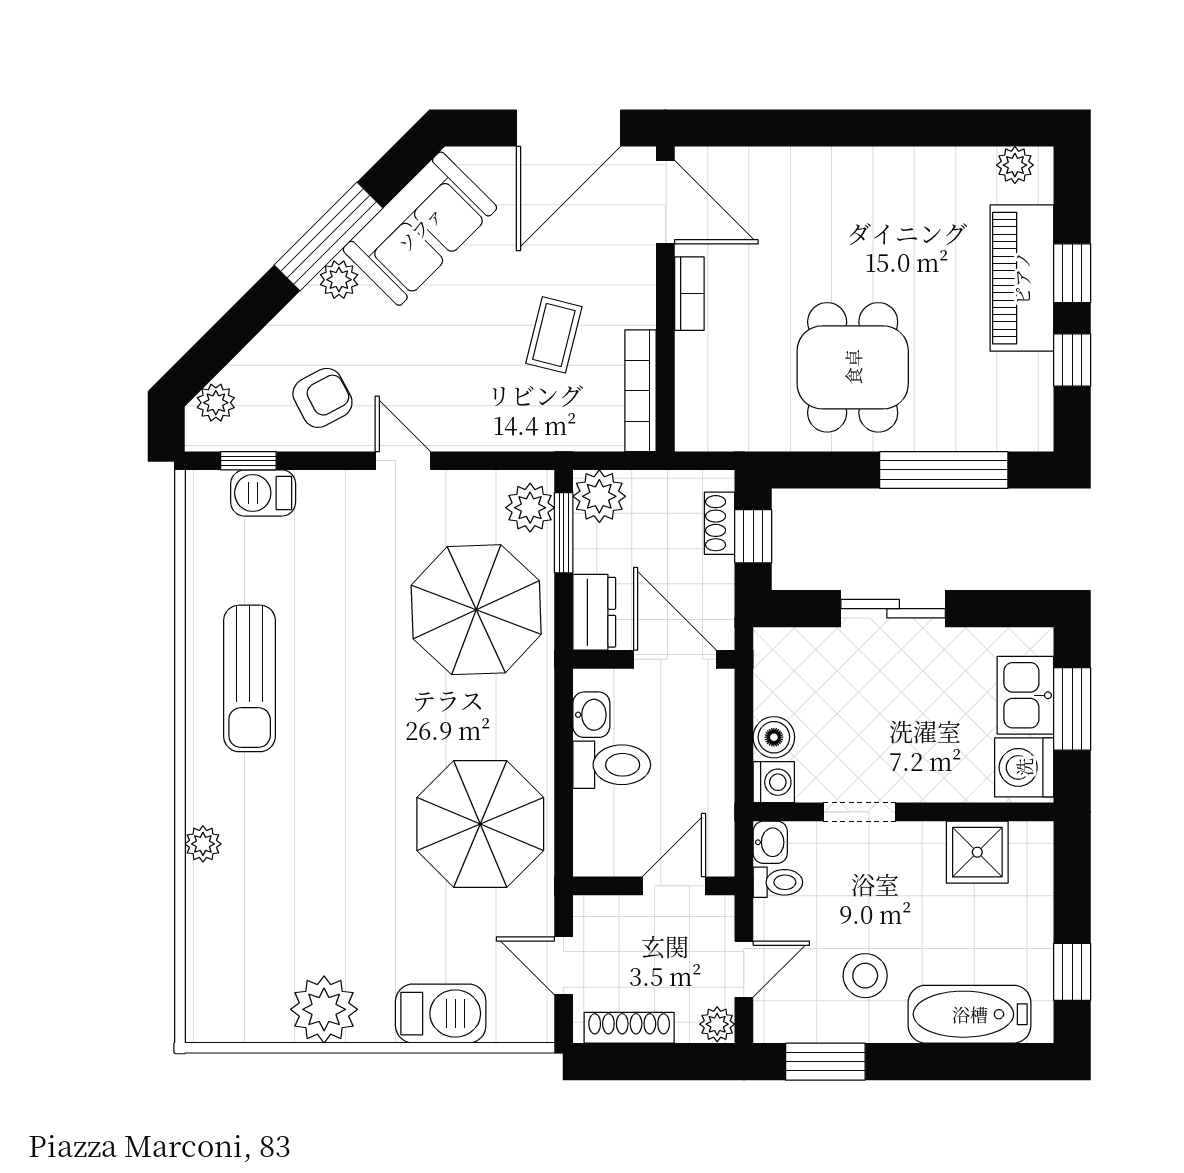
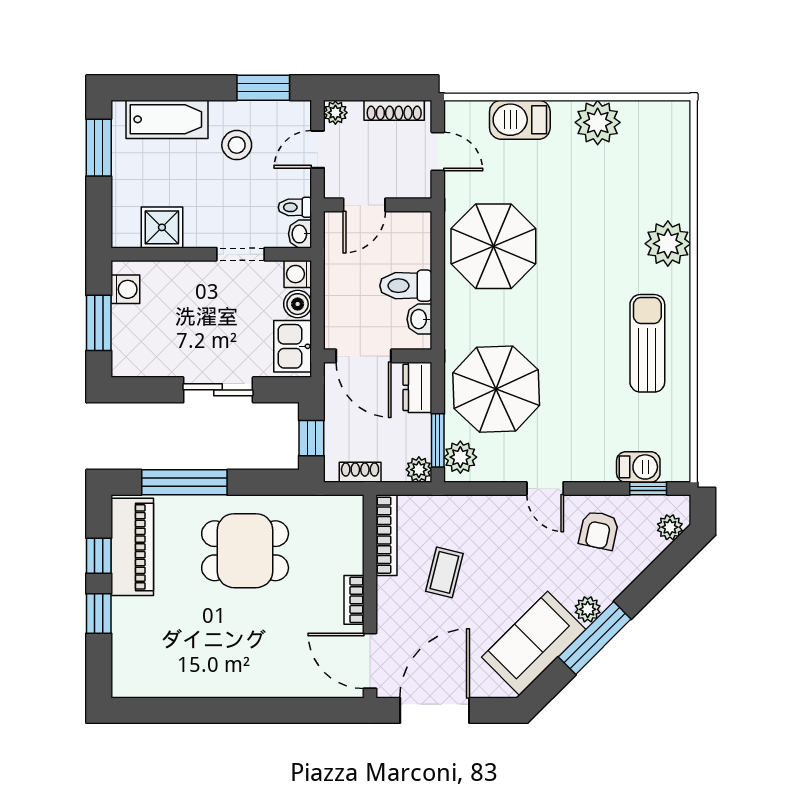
plant: (1015, 165) -> (137, 686), removed
piano: (1022, 278) -> (132, 547), moved
dining table: (853, 367) -> (245, 551), turned 90
armchair: (322, 398) -> (599, 530), turned -50
plant: (599, 496) -> (419, 470), width x0.73, depth x0.73
shoe rack: (720, 523) -> (360, 472), moved, turned -90
kitchen sink: (1025, 695) -> (293, 346), moved, turned 180
washing machine: (1024, 767) -> (125, 289), width x0.73, depth x0.73
plant: (203, 844) -> (668, 244), width x1.87, depth x1.87
window: (1072, 972) -> (99, 148), width x1.50

